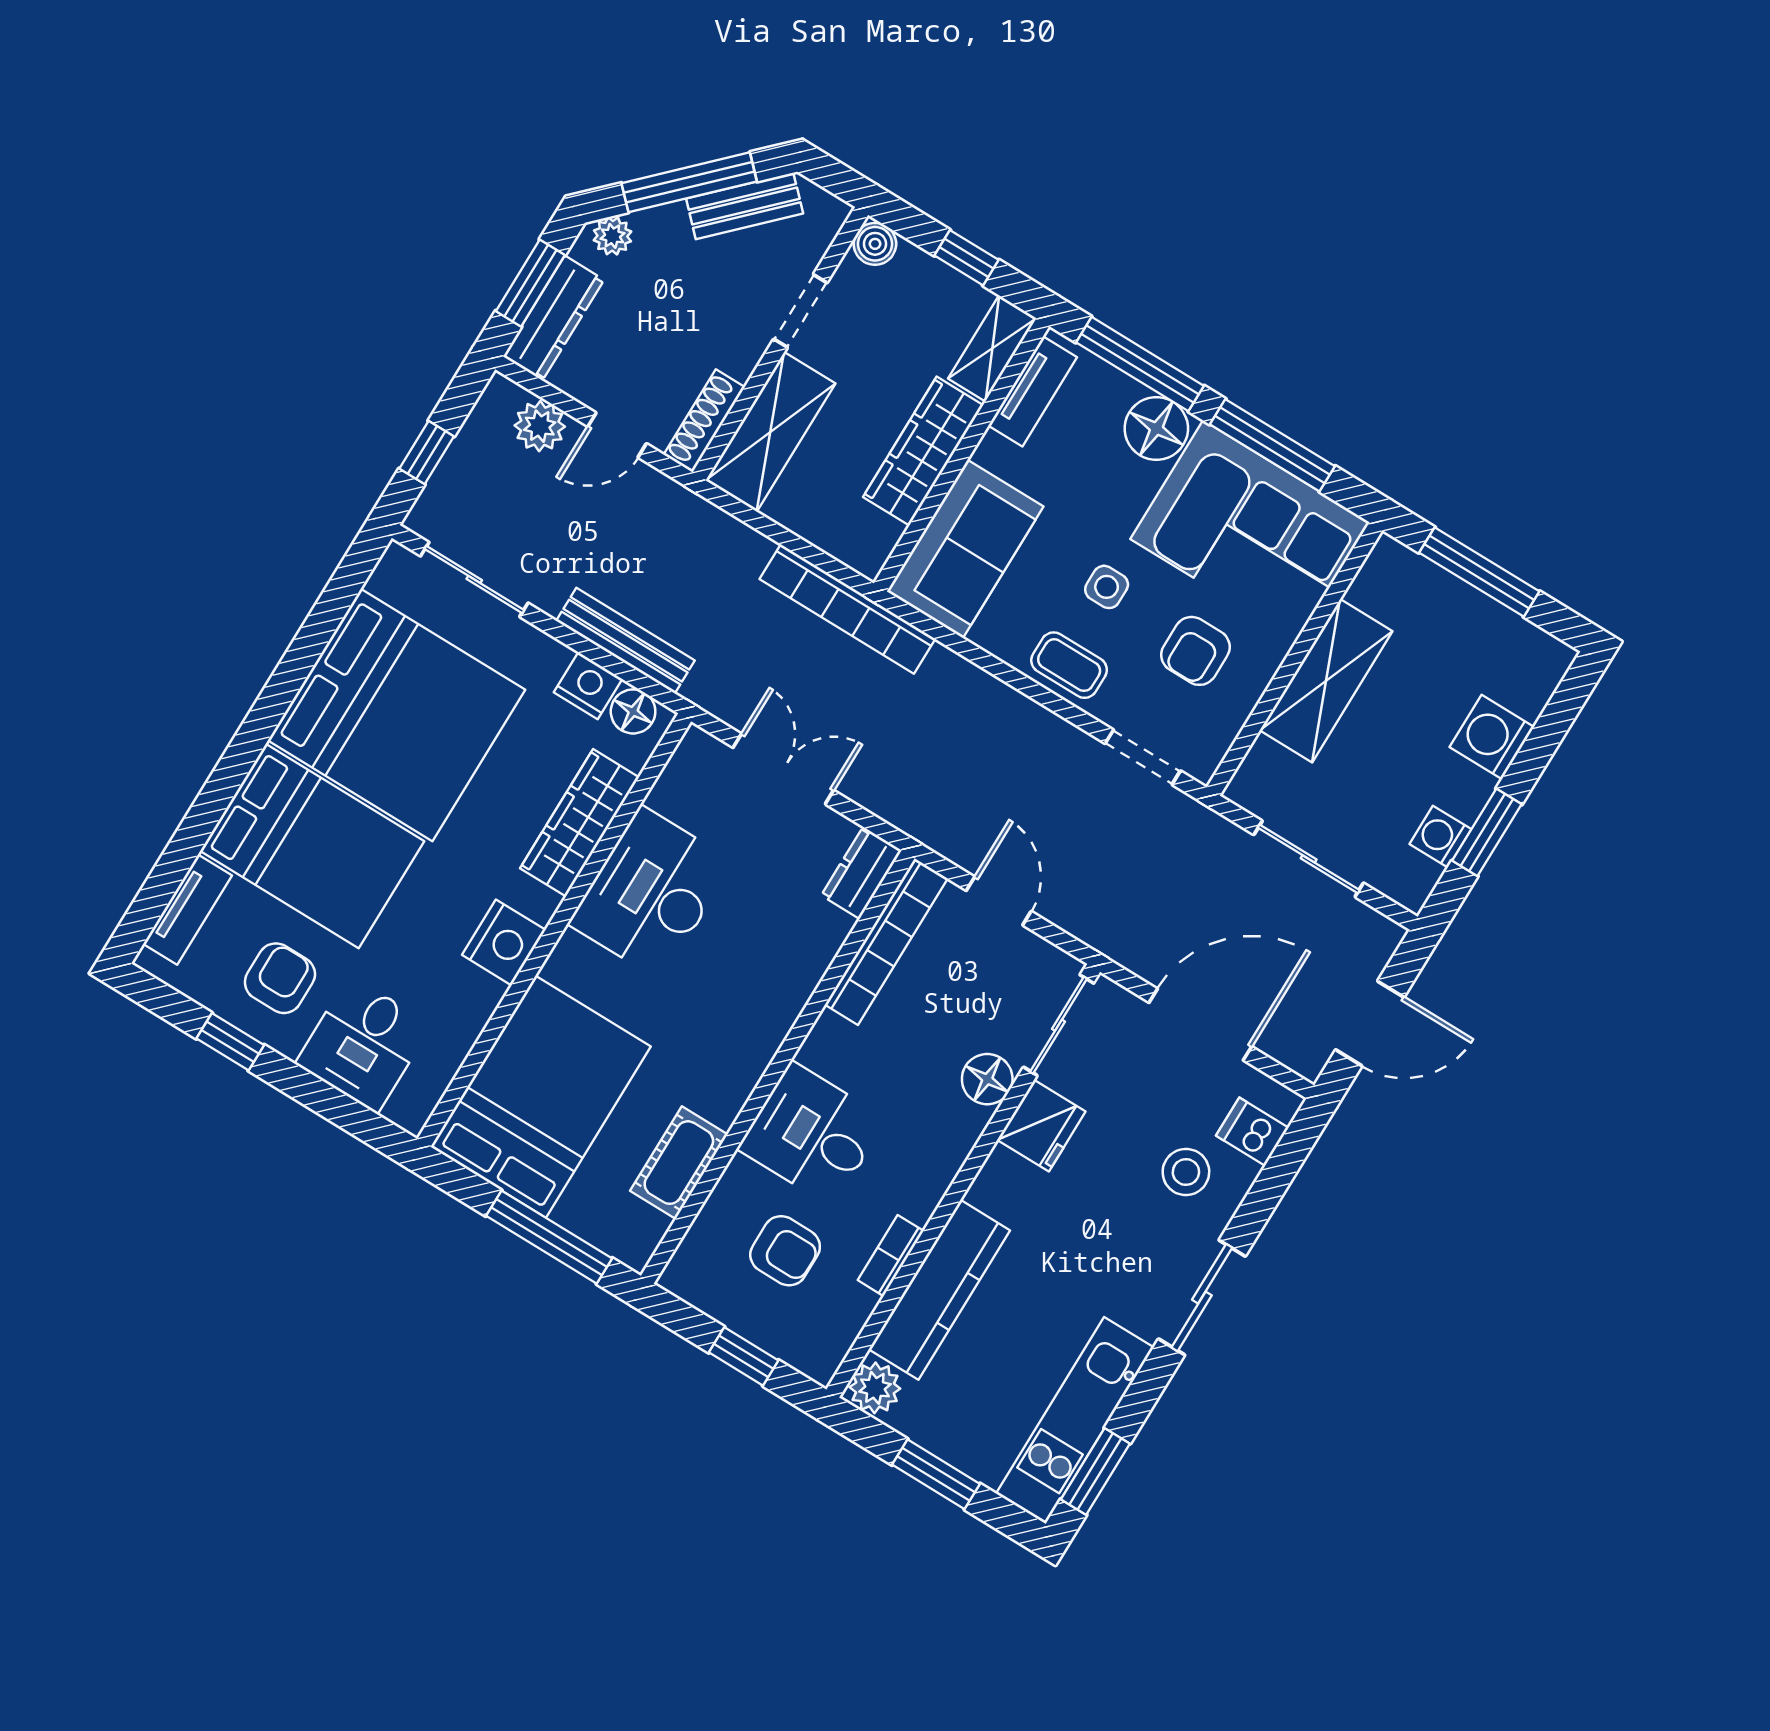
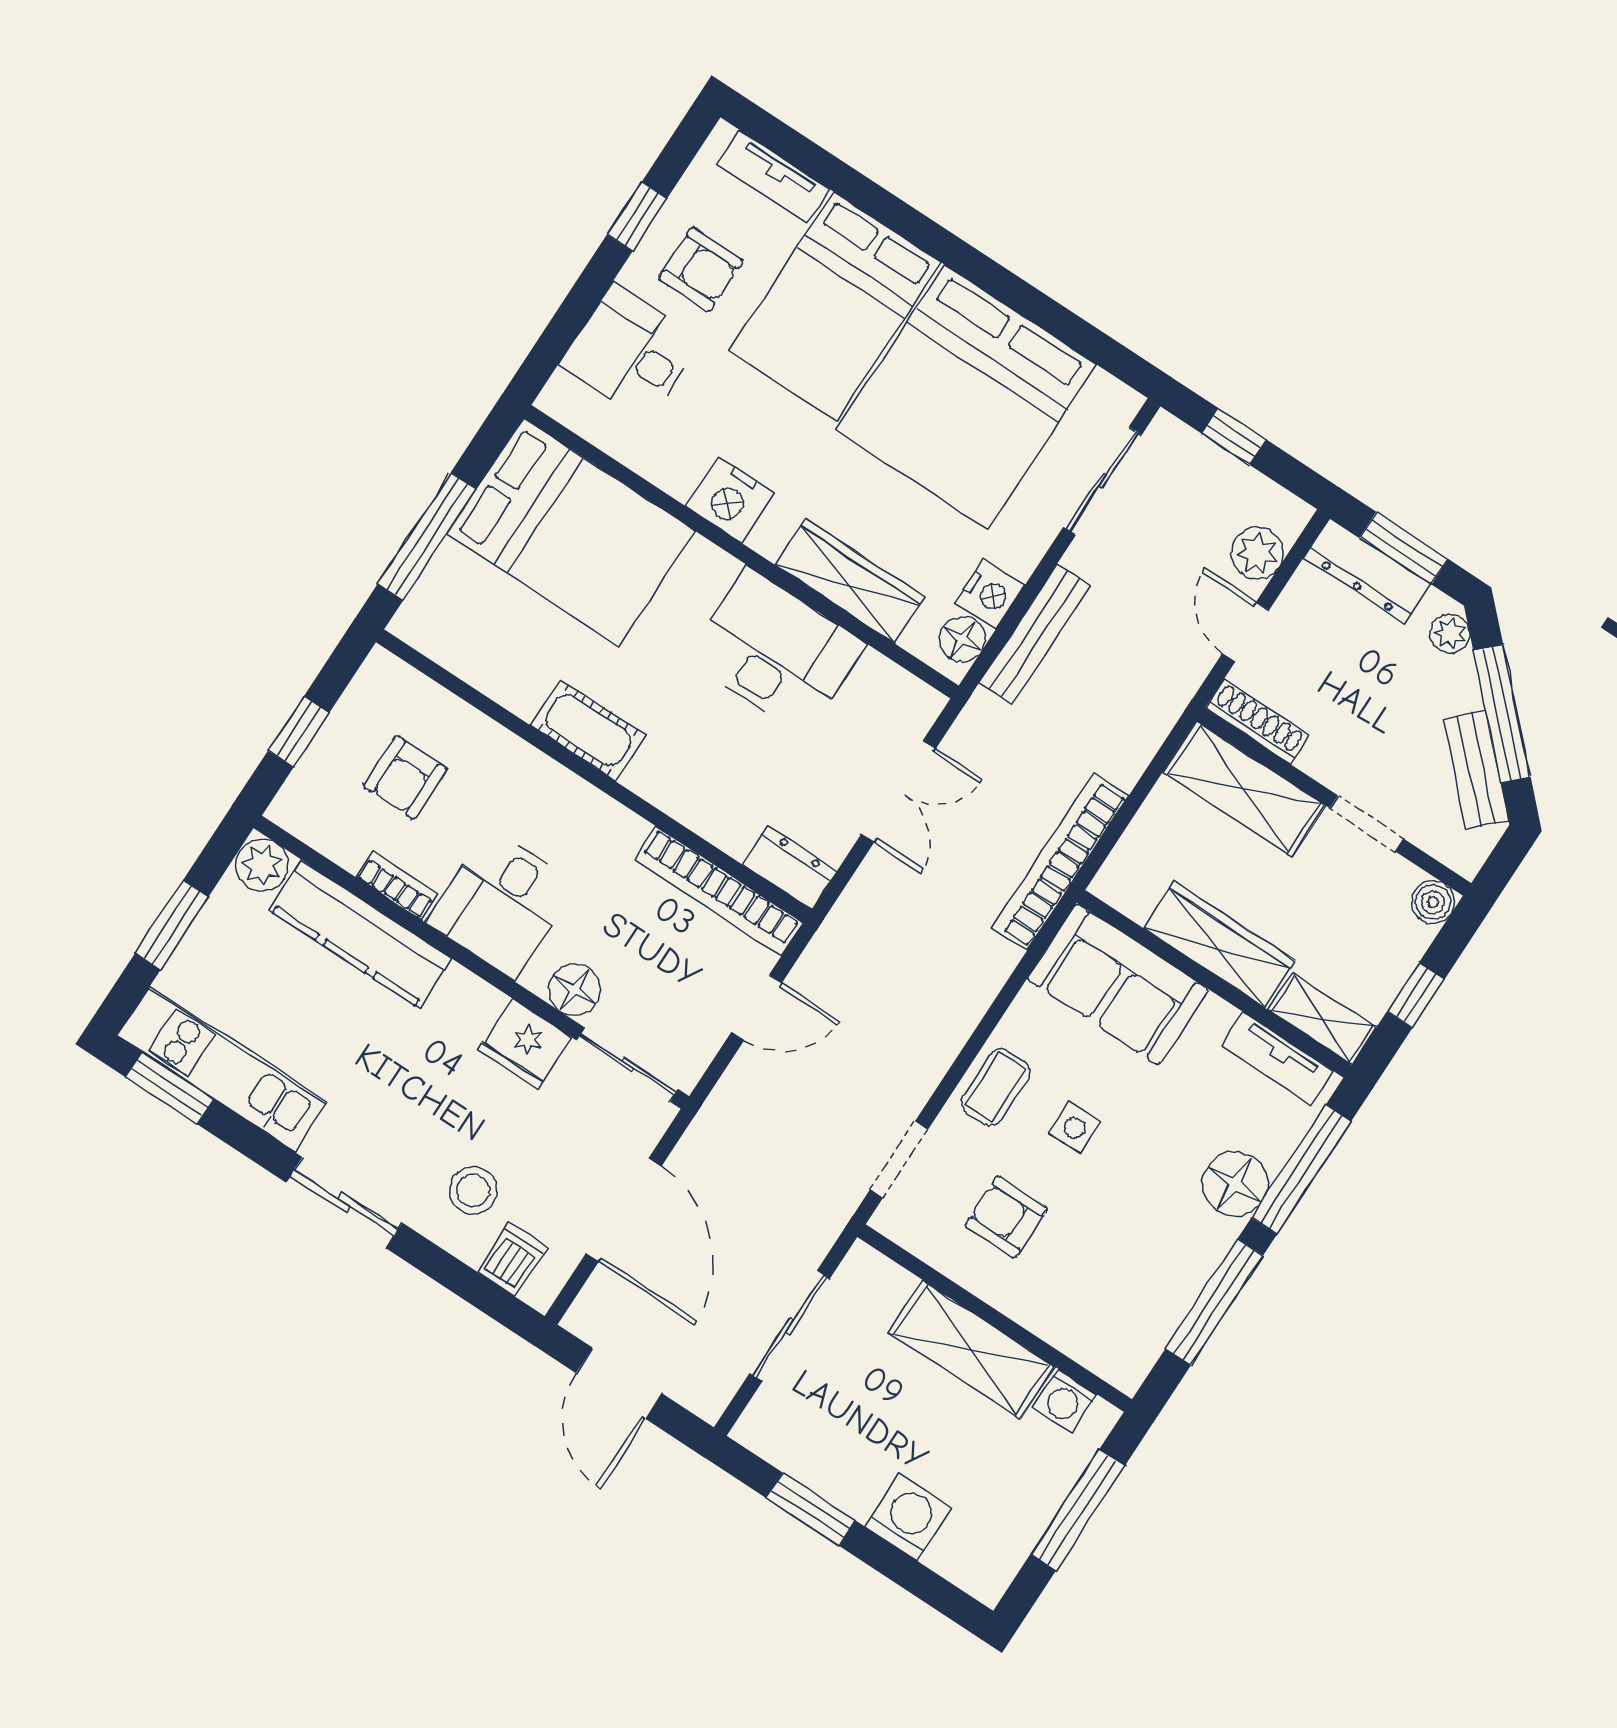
corner sofa: (1250, 531) -> (1127, 1276), removed
washing machine: (1440, 837) -> (1065, 1401), moved, turned 180
desk: (812, 1134) -> (502, 903), moved, turned 180
cot: (679, 1163) -> (588, 730), moved

